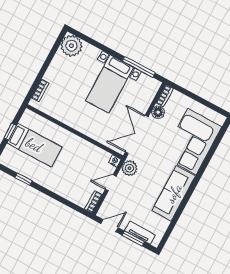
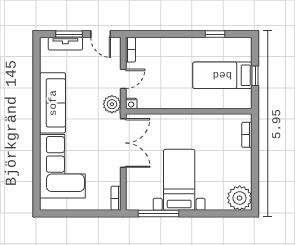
floor lamp: (158, 112) -> (114, 178), removed
door: (110, 226) -> (101, 34), hinge flipped

